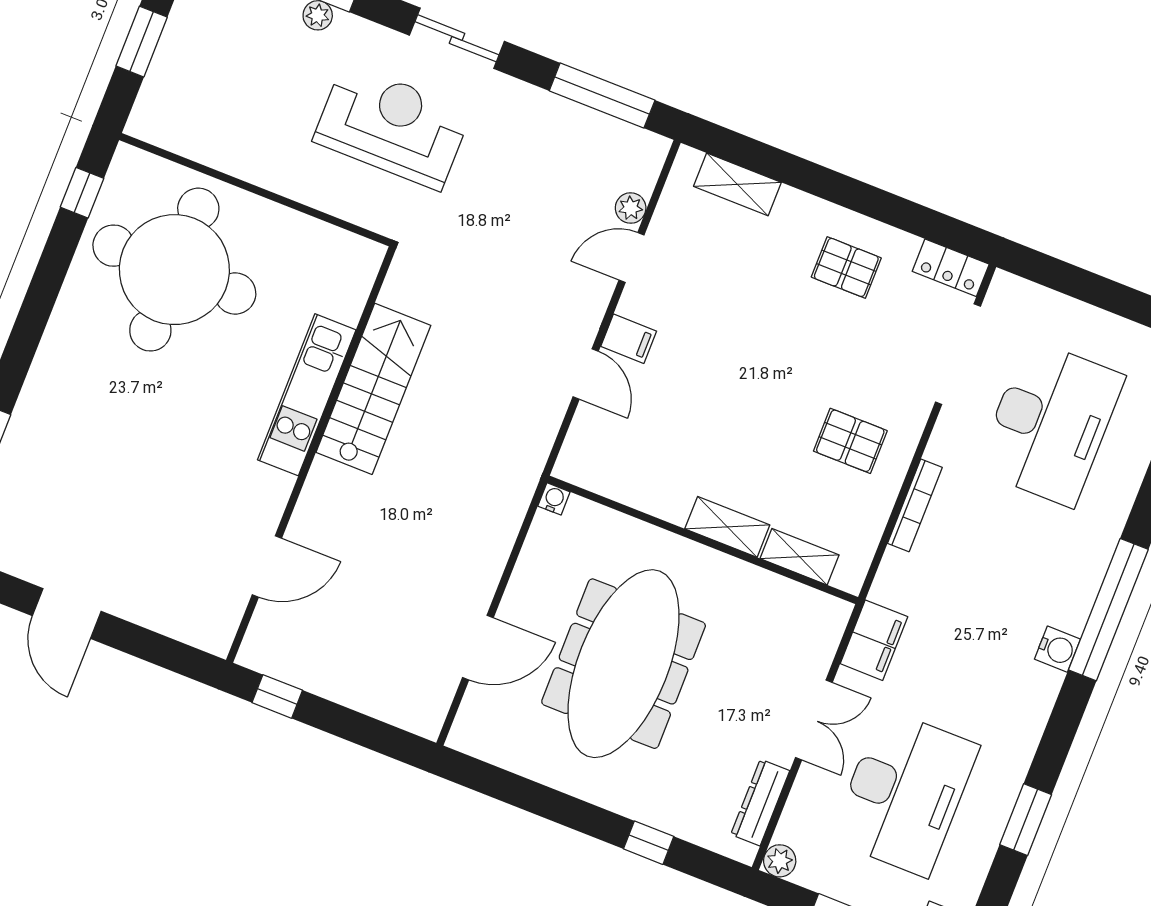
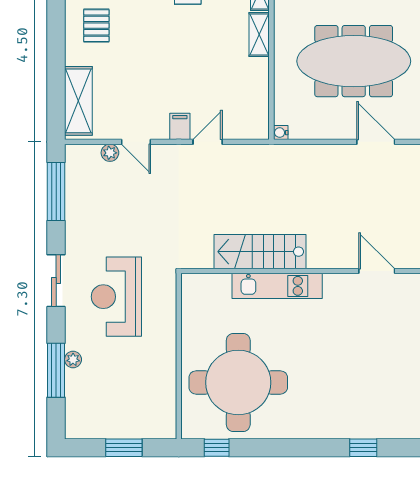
shelving: (737, 184) -> (78, 101), width x1.50, depth x1.33

